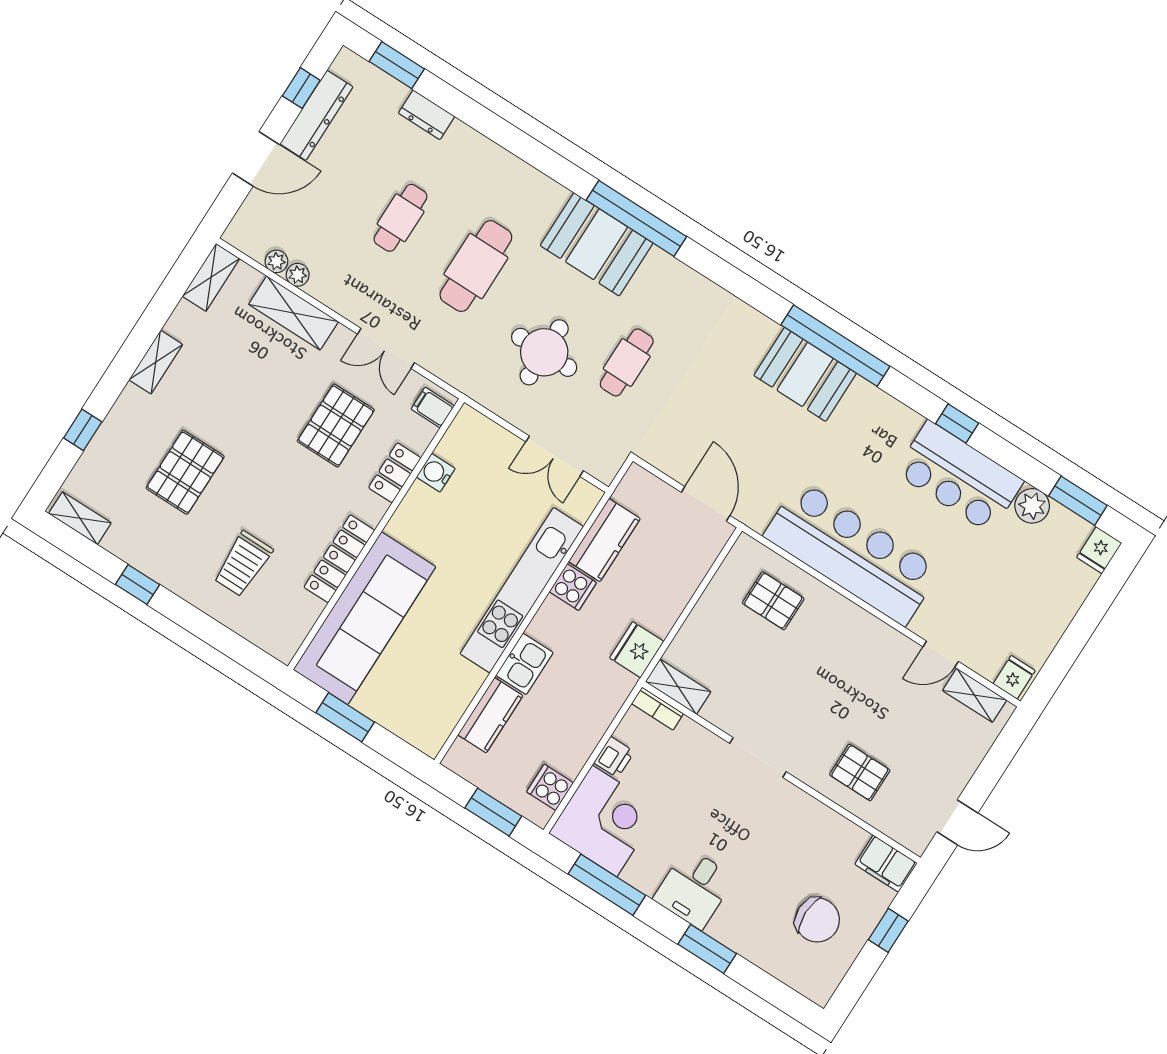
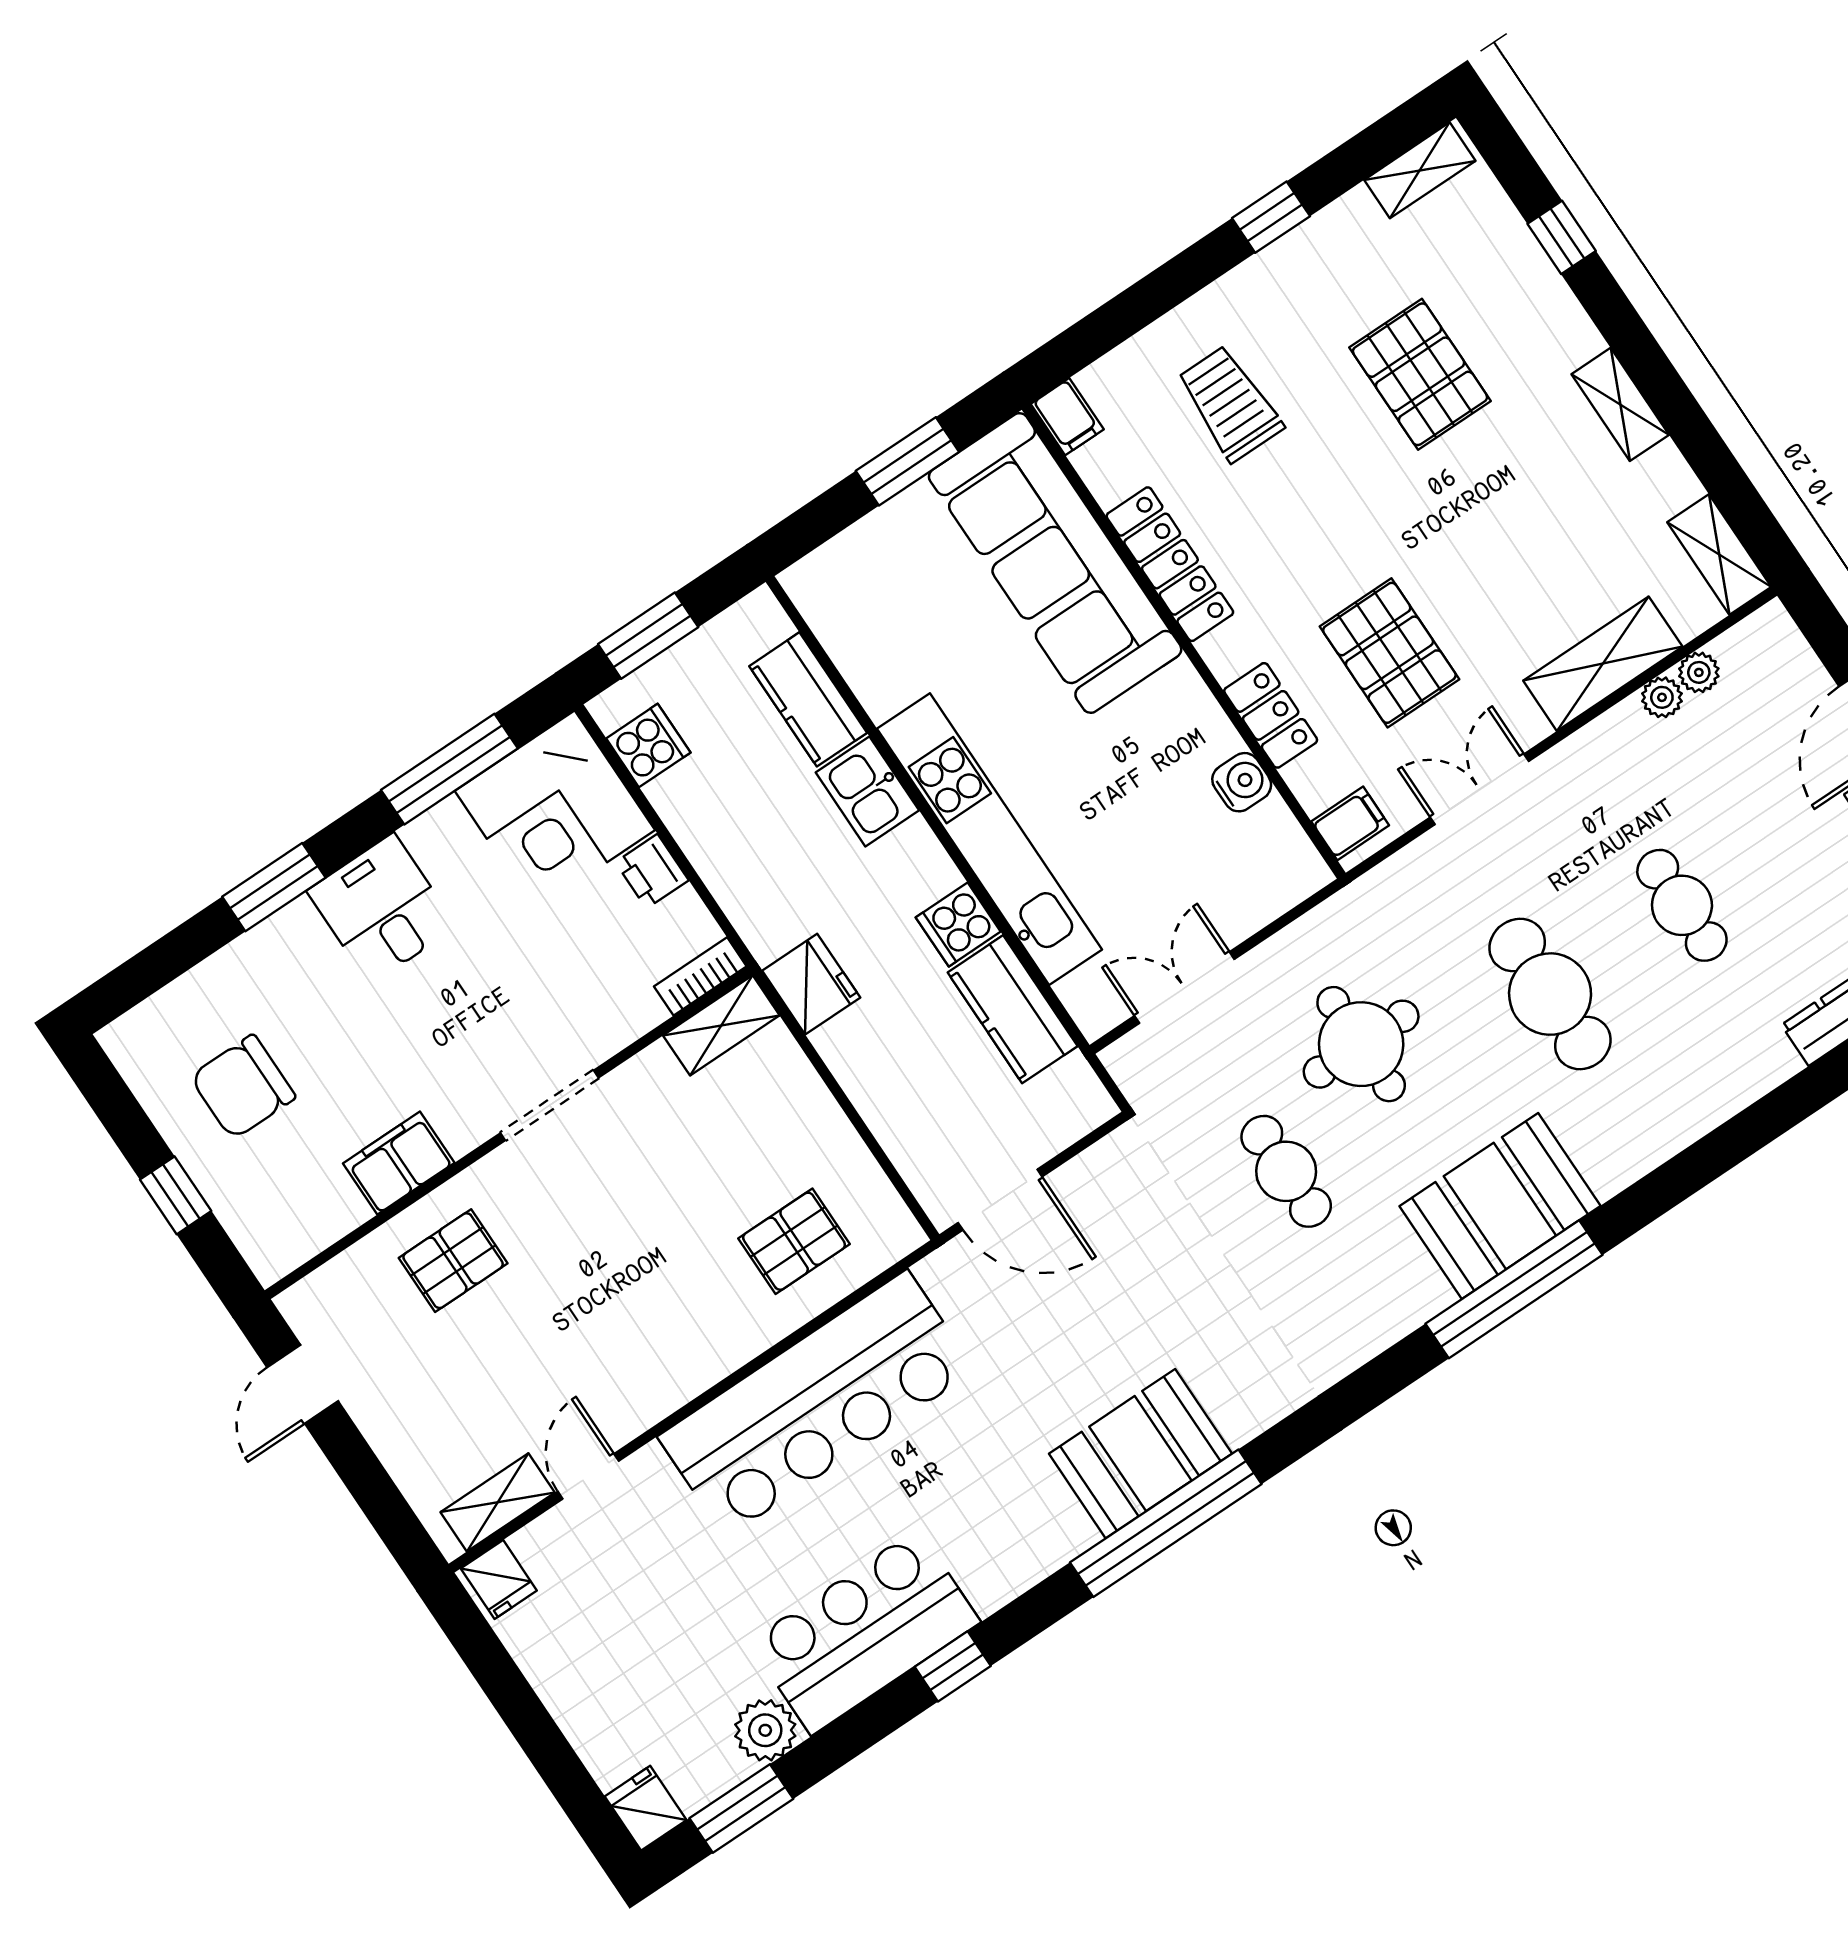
filing cabinet: (286, 645) -> (1067, 417), added
filing cabinet: (886, 864) -> (399, 1163), moved

